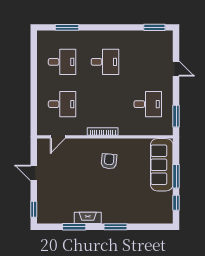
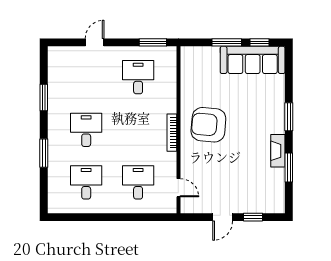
window: (67, 27) -> (44, 153), moved
window: (154, 27) -> (44, 97), moved
armchair: (109, 161) -> (208, 125), width x1.88, depth x1.88
sofa: (162, 165) -> (253, 60), moved
window: (34, 209) -> (253, 217), moved

